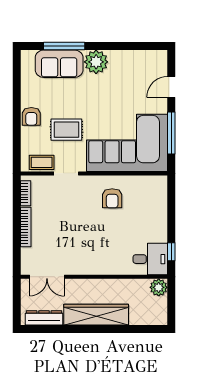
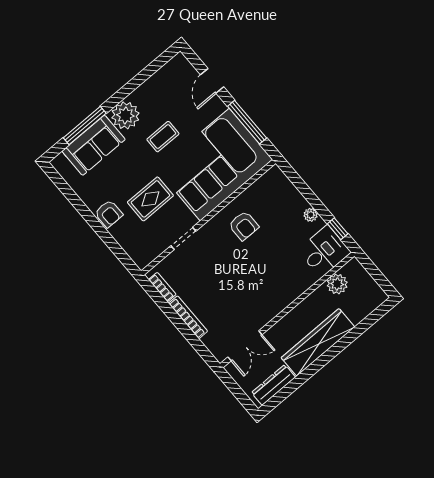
coffee table: (42, 162) -> (163, 137), moved
plant: (161, 228) -> (311, 215), added
plant: (159, 287) -> (337, 284), moved

